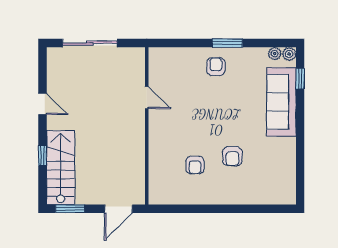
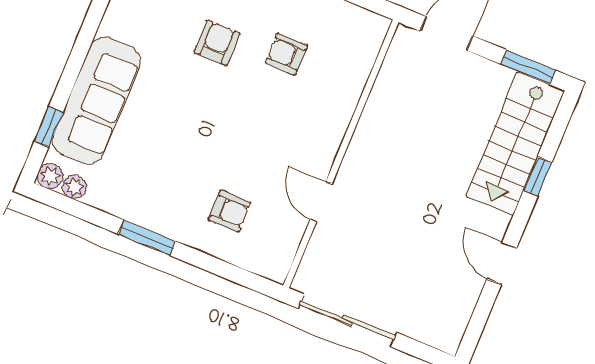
sliding door: (90, 43) -> (348, 320), moved
armchair: (216, 67) -> (229, 211), moved, turned -90
armchair: (195, 165) -> (287, 54), turned -90

